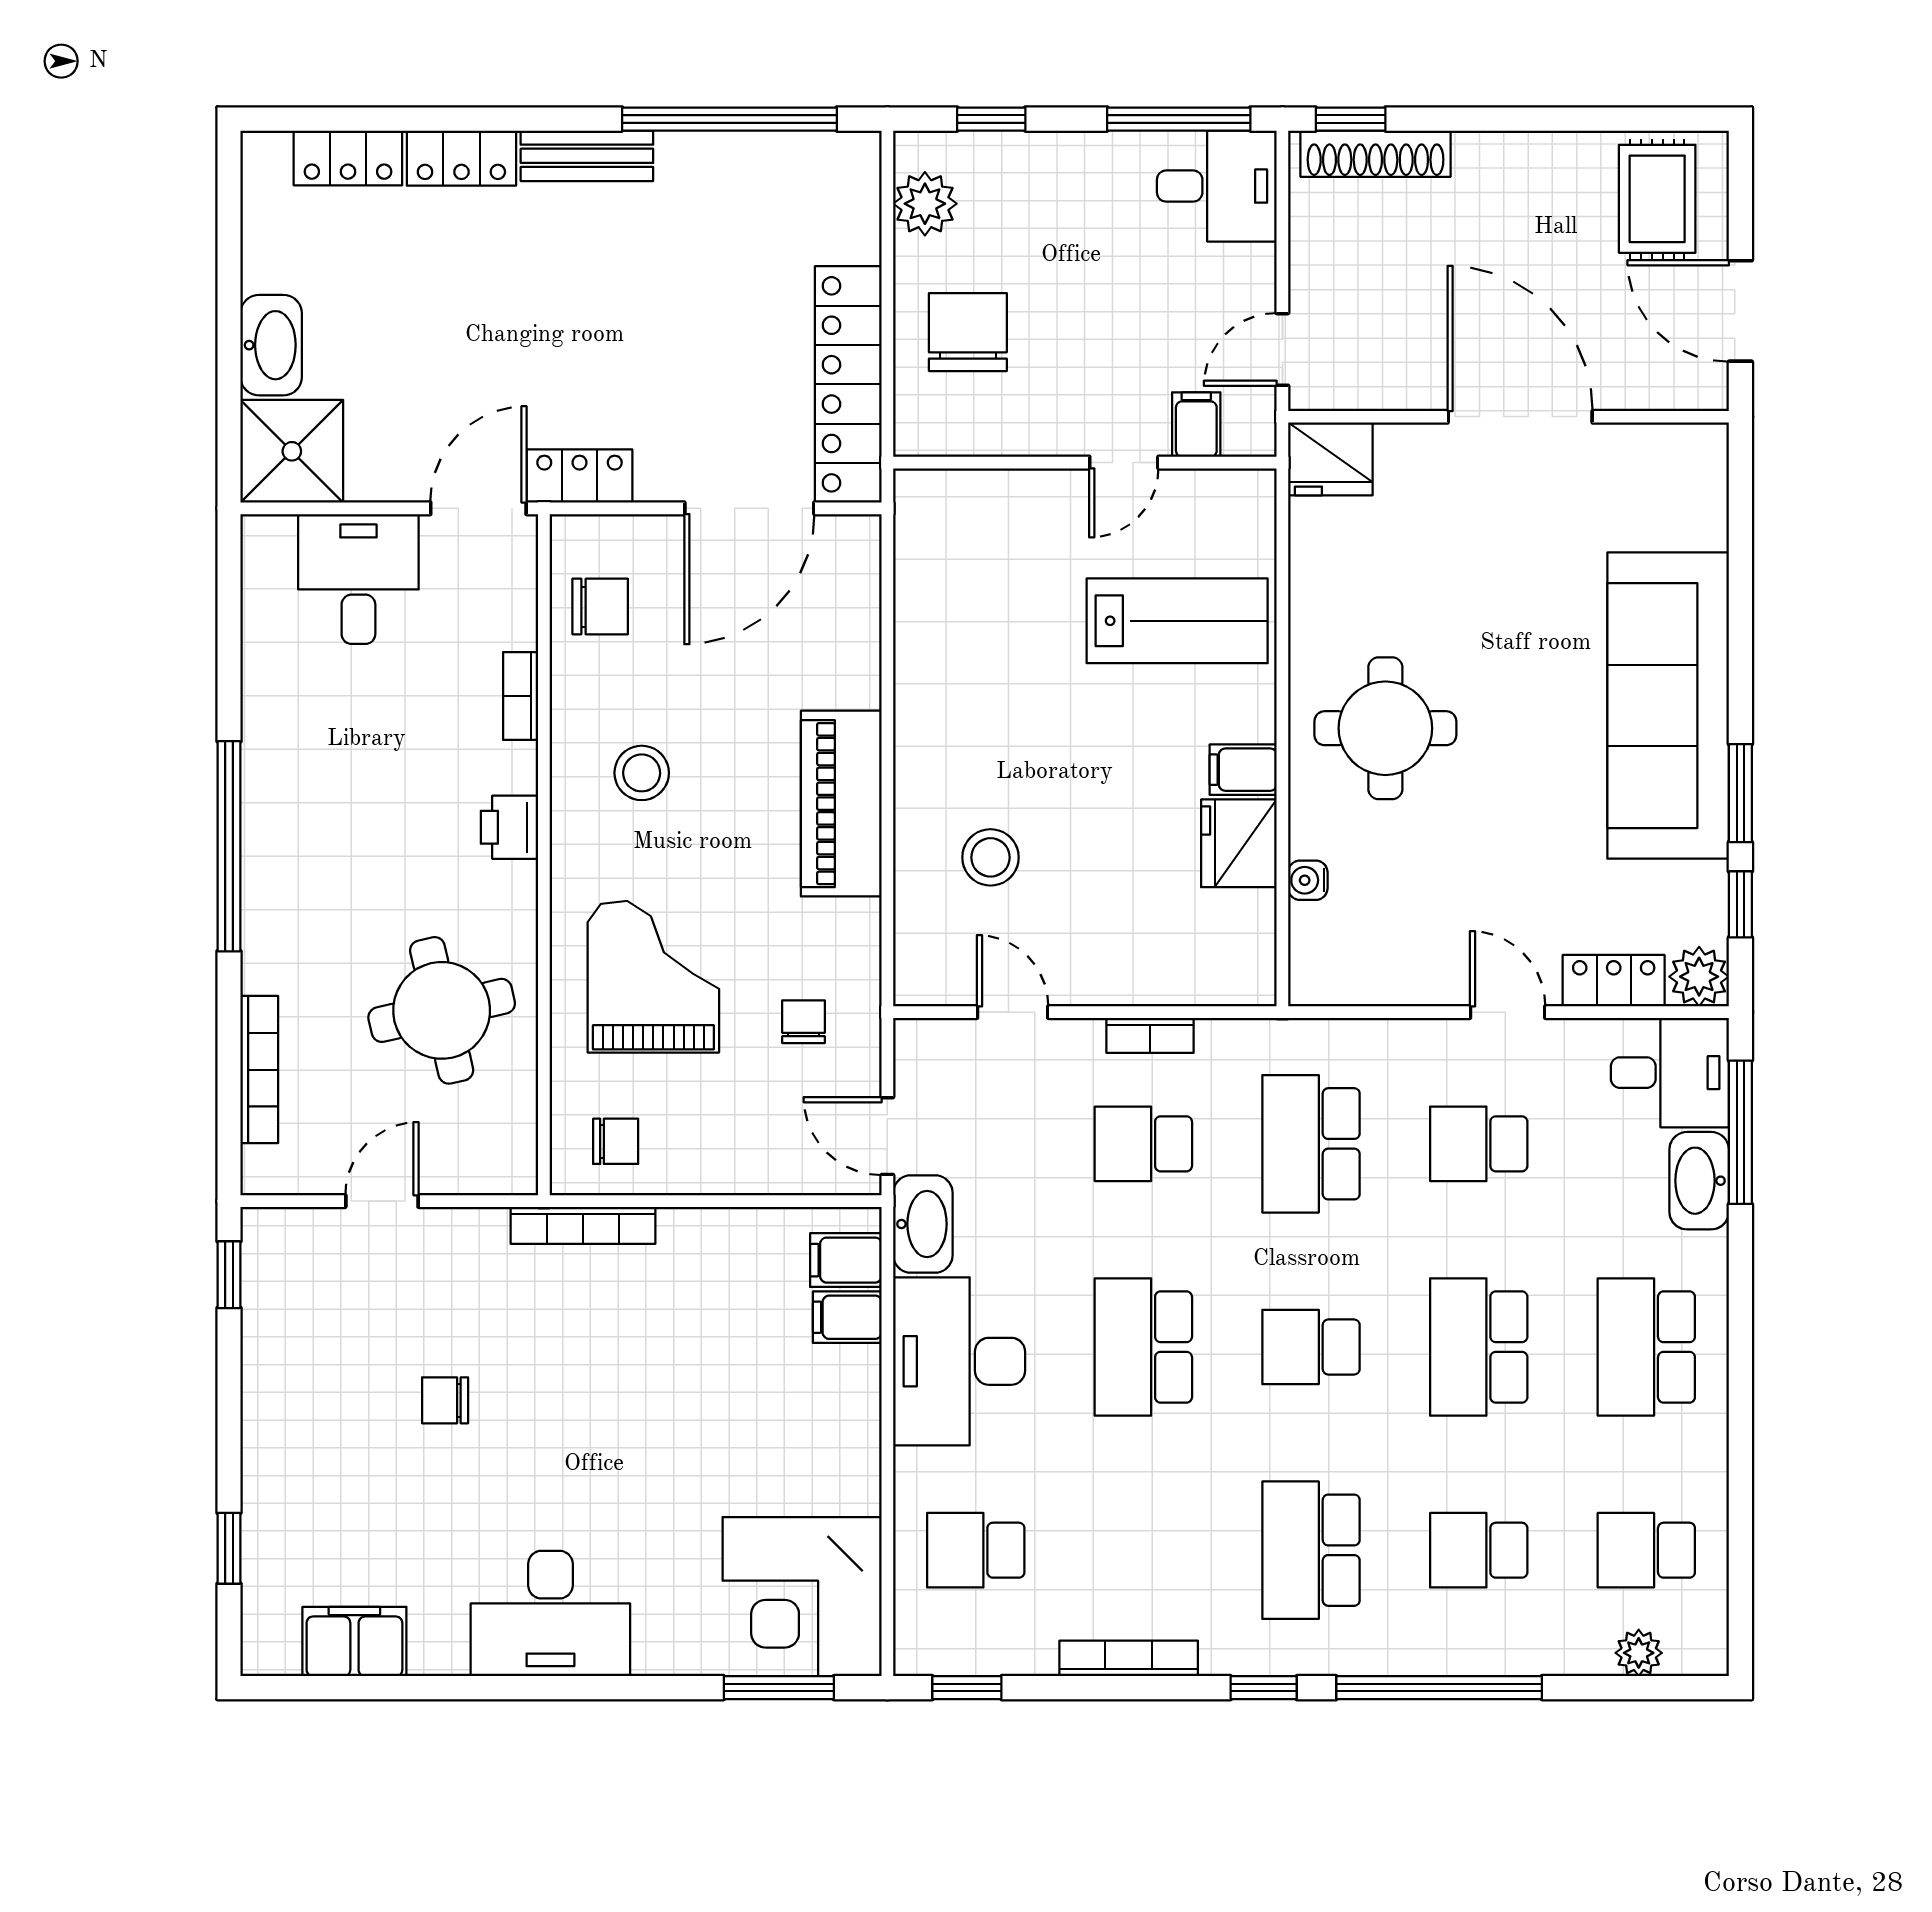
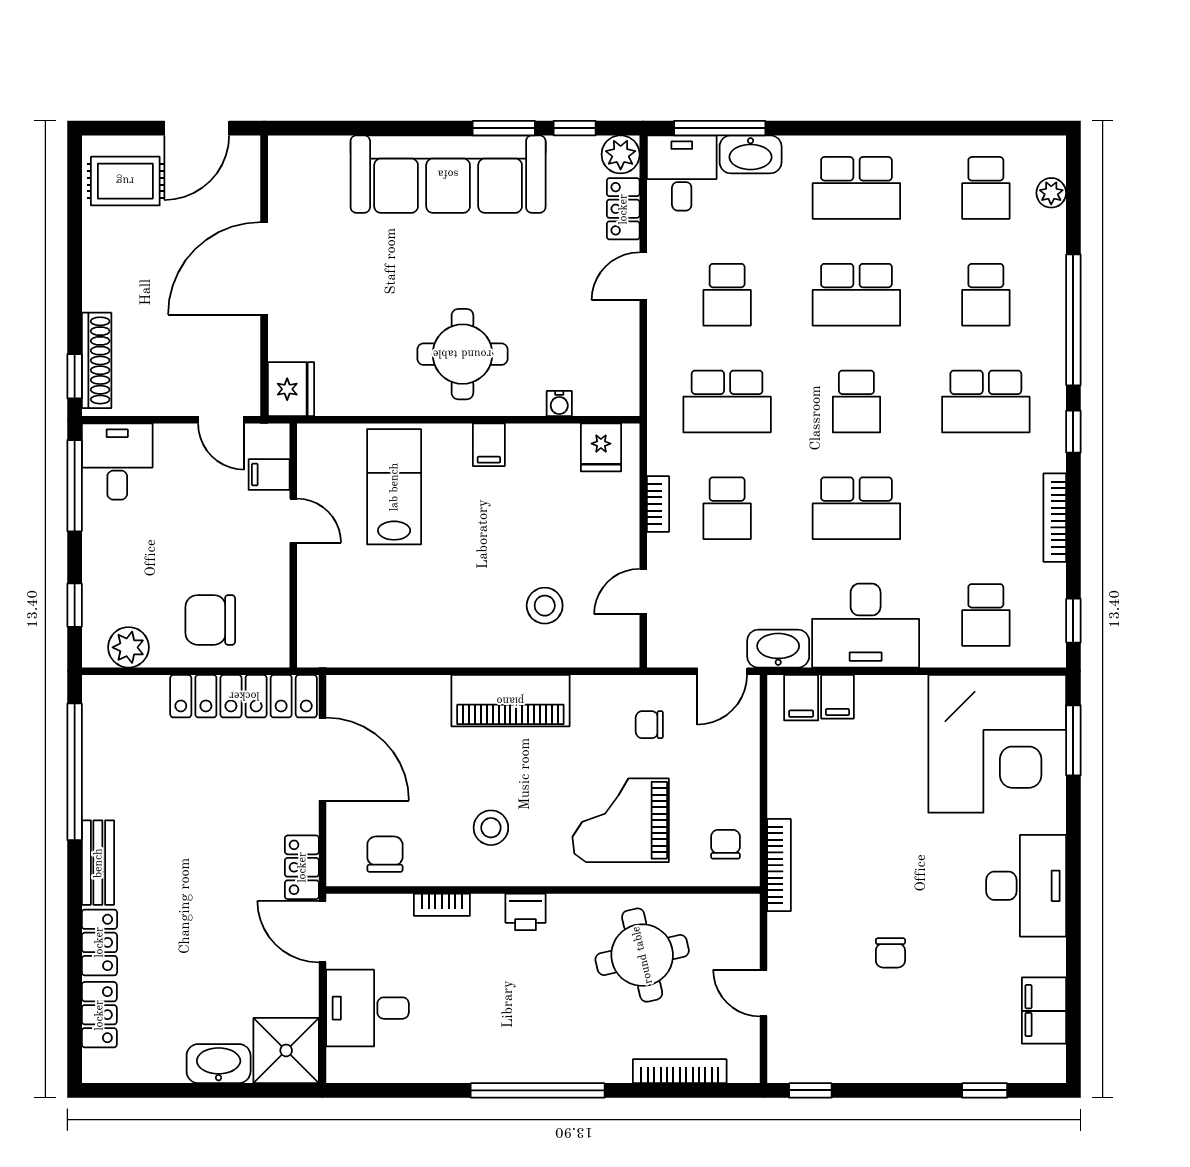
fridge: (1239, 843) -> (601, 447), moved, width x0.72
corner desk: (802, 1597) -> (997, 744), width x1.36, depth x1.36

